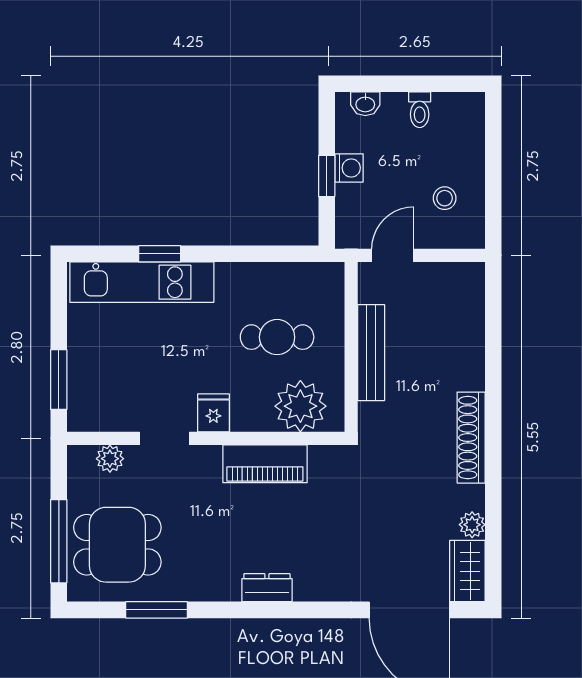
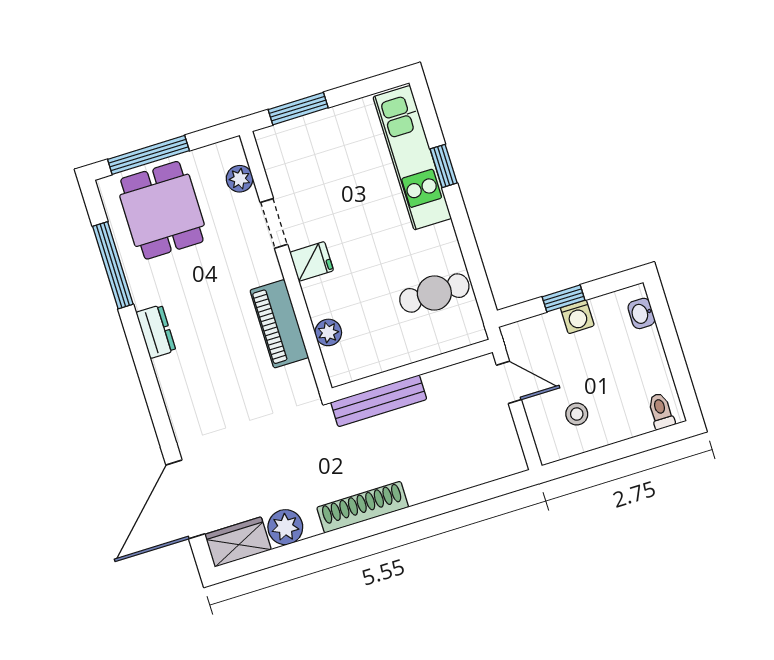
toilet: (420, 110) -> (661, 411), moved, turned 90
cafe table: (277, 337) -> (434, 293), moved, turned 90
bench: (371, 353) -> (379, 401), moved
plant: (300, 406) -> (328, 332), width x0.53, depth x0.53
plant: (472, 525) -> (285, 527), width x1.38, depth x1.38
dresser: (267, 588) -> (156, 332), moved
window: (157, 610) -> (113, 265), width x1.44

